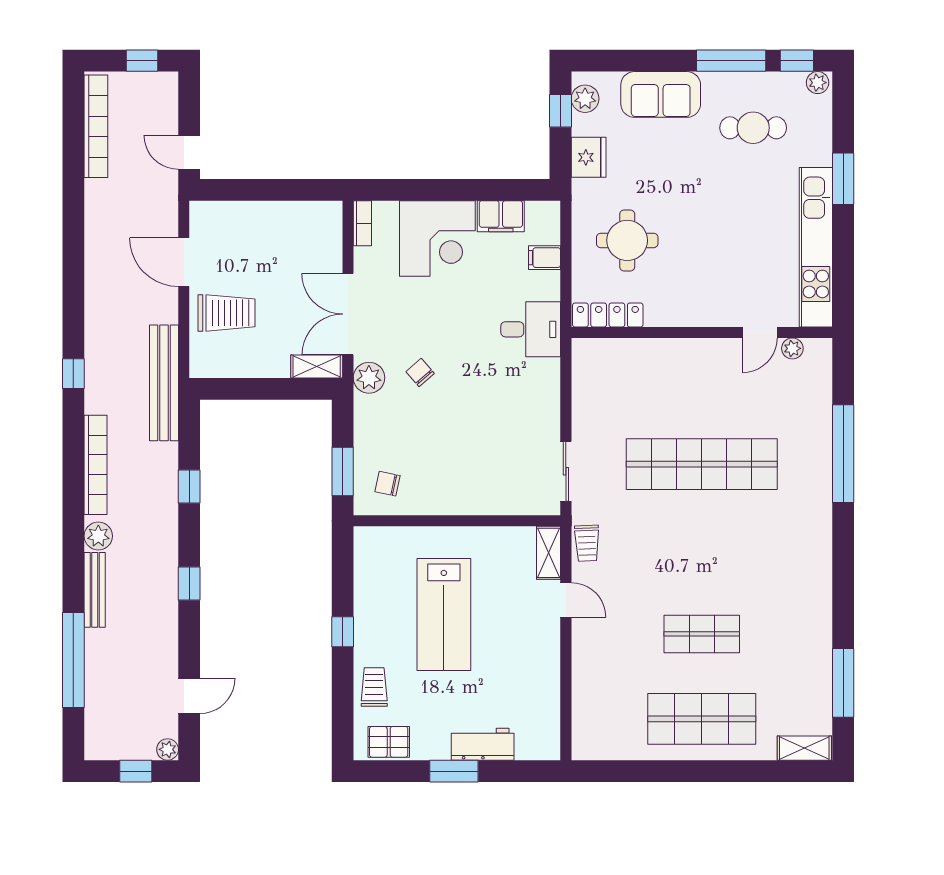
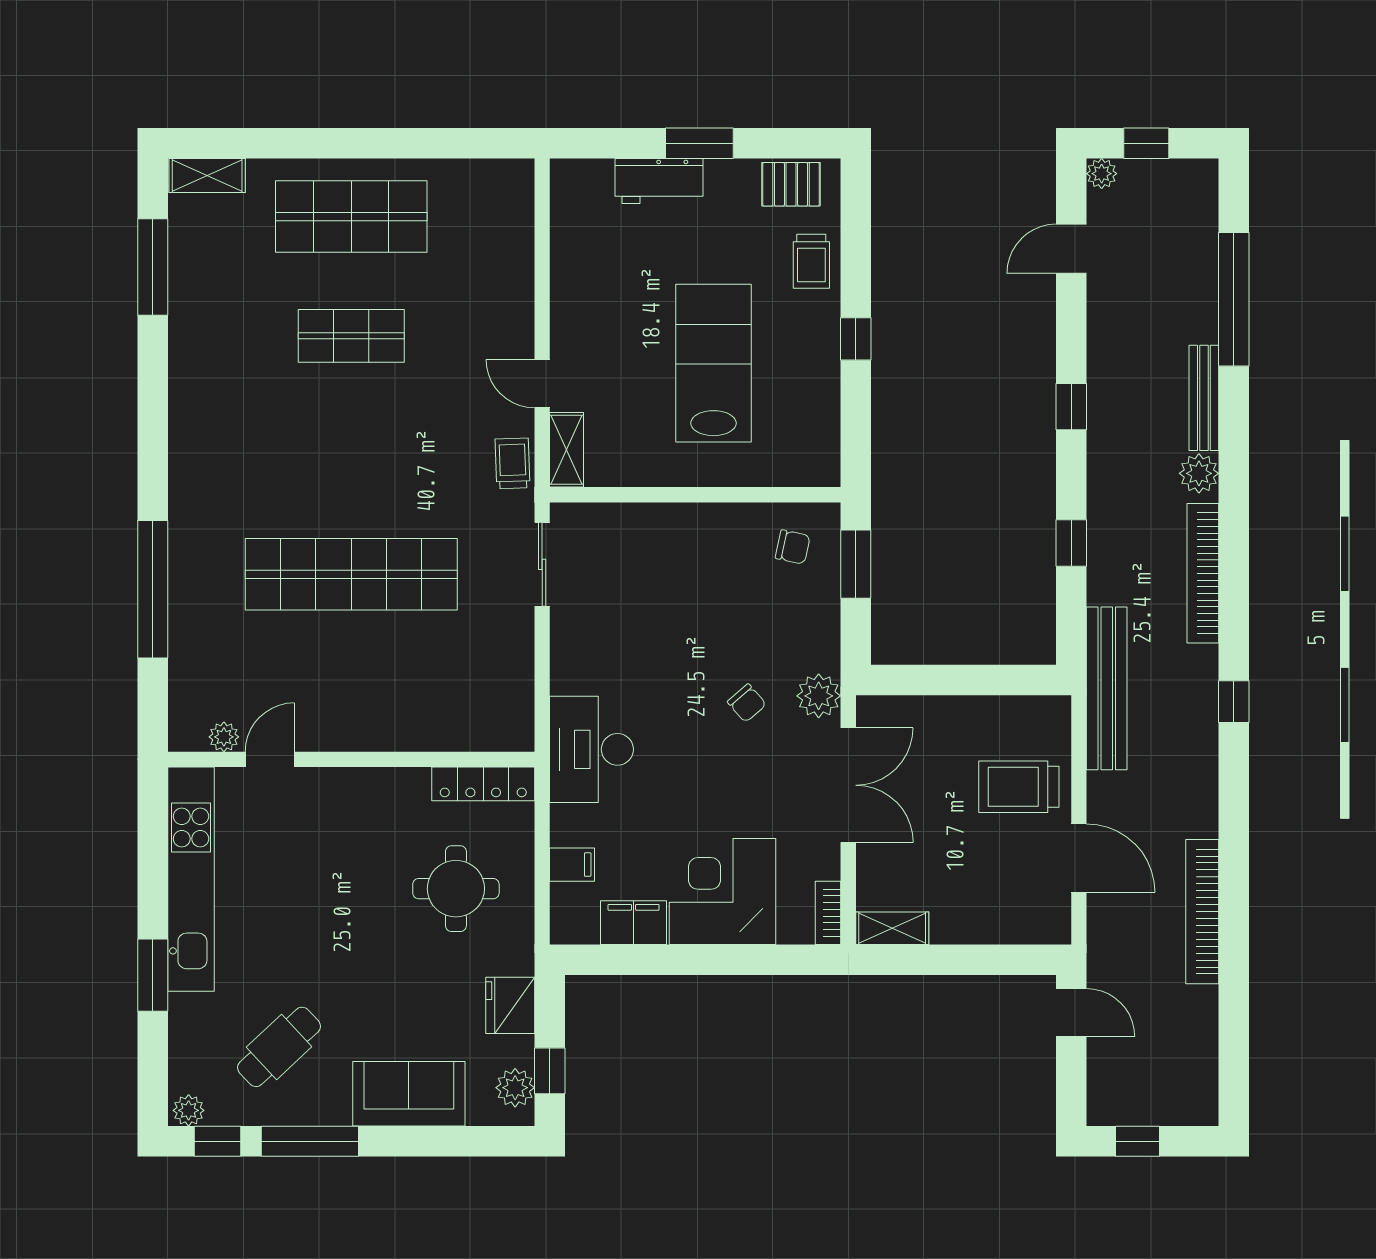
bookcase: (96, 126) -> (1202, 912), moved
cafe table: (753, 128) -> (279, 1047), turned -43
desk: (531, 329) -> (591, 749), width x1.37
shelving: (317, 367) -> (892, 928), moved

